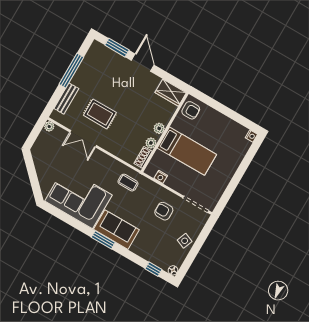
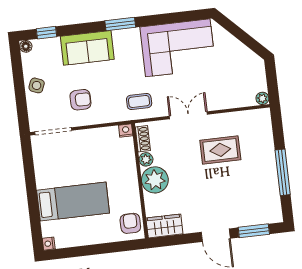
bench: (66, 99) -> (266, 140), removed
armchair: (191, 110) -> (130, 223), turned 90
plant: (159, 128) -> (155, 180), width x1.88, depth x1.88
double door: (83, 139) -> (188, 115), moved
bed: (187, 151) -> (73, 202), moved, turned 180
nightstand: (161, 177) -> (126, 131), moved
sofa: (116, 230) -> (87, 48), moved

